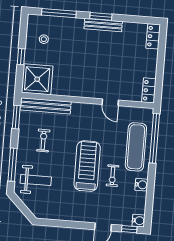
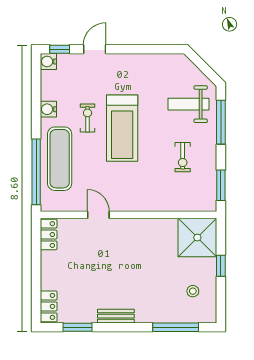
window: (101, 16) -> (78, 327), moved
bench: (103, 25) -> (116, 316), width x0.73
bench: (46, 106) -> (183, 203), removed

